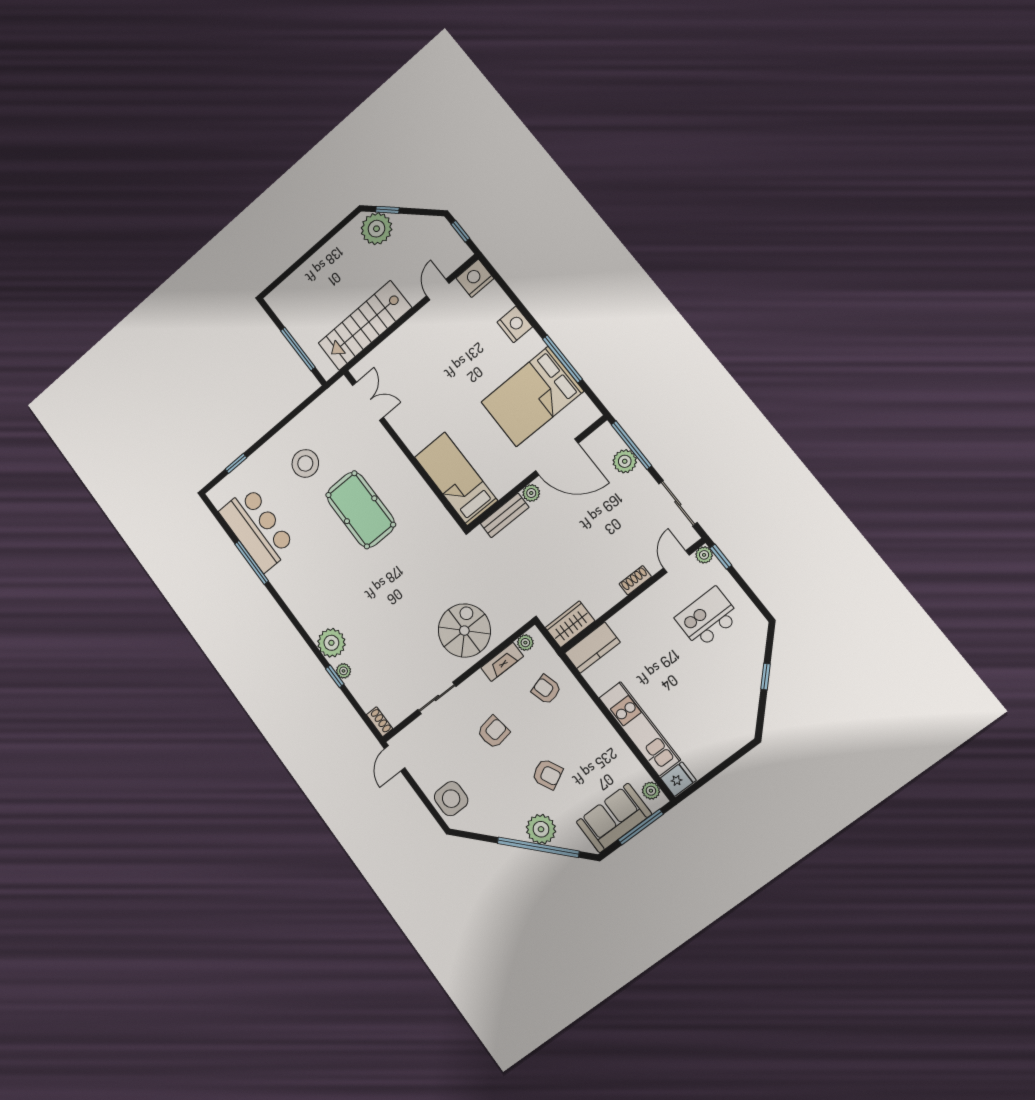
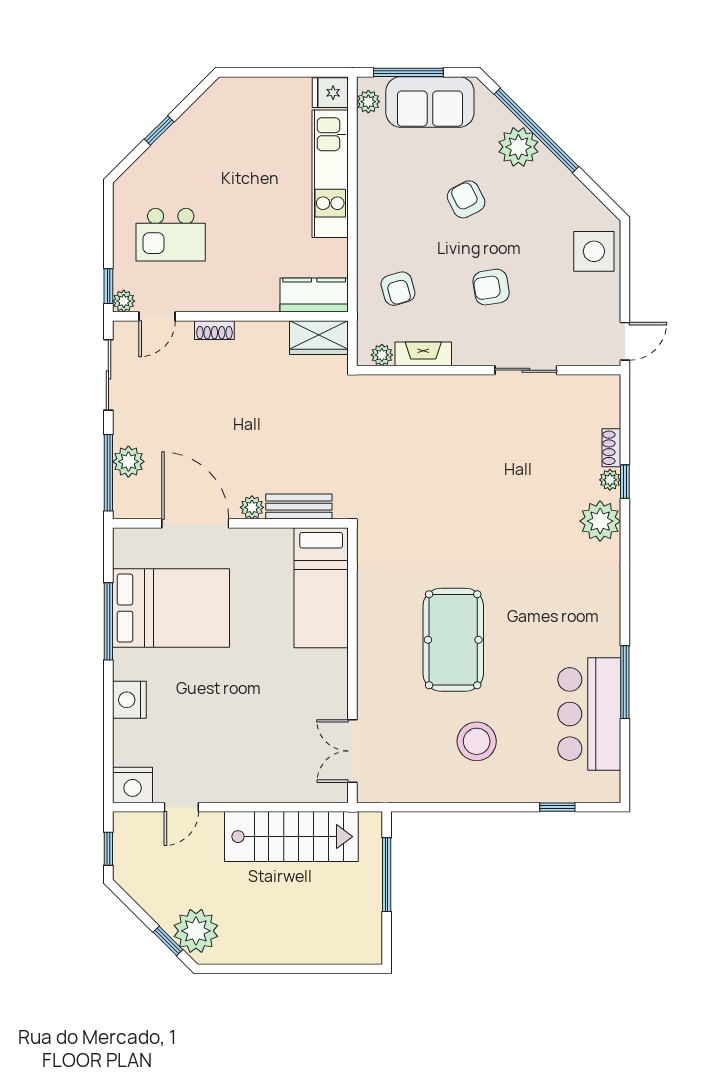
spiral stairs: (464, 631) -> (439, 419), removed
shoe rack: (380, 722) -> (611, 448), moved

